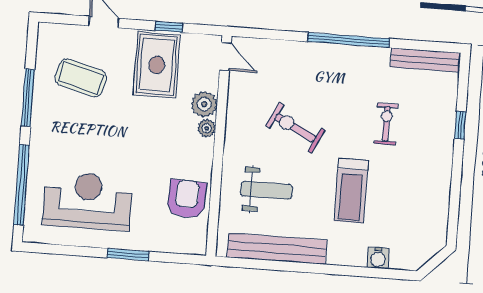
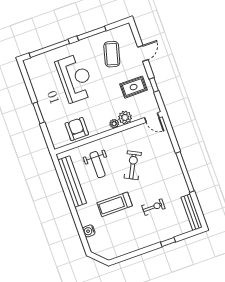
door: (225, 56) -> (152, 118), hinge flipped
rug: (157, 65) -> (134, 87), width x0.73, depth x0.70
armchair: (187, 199) -> (77, 129), turned -93
reception desk: (88, 201) -> (75, 78), moved

